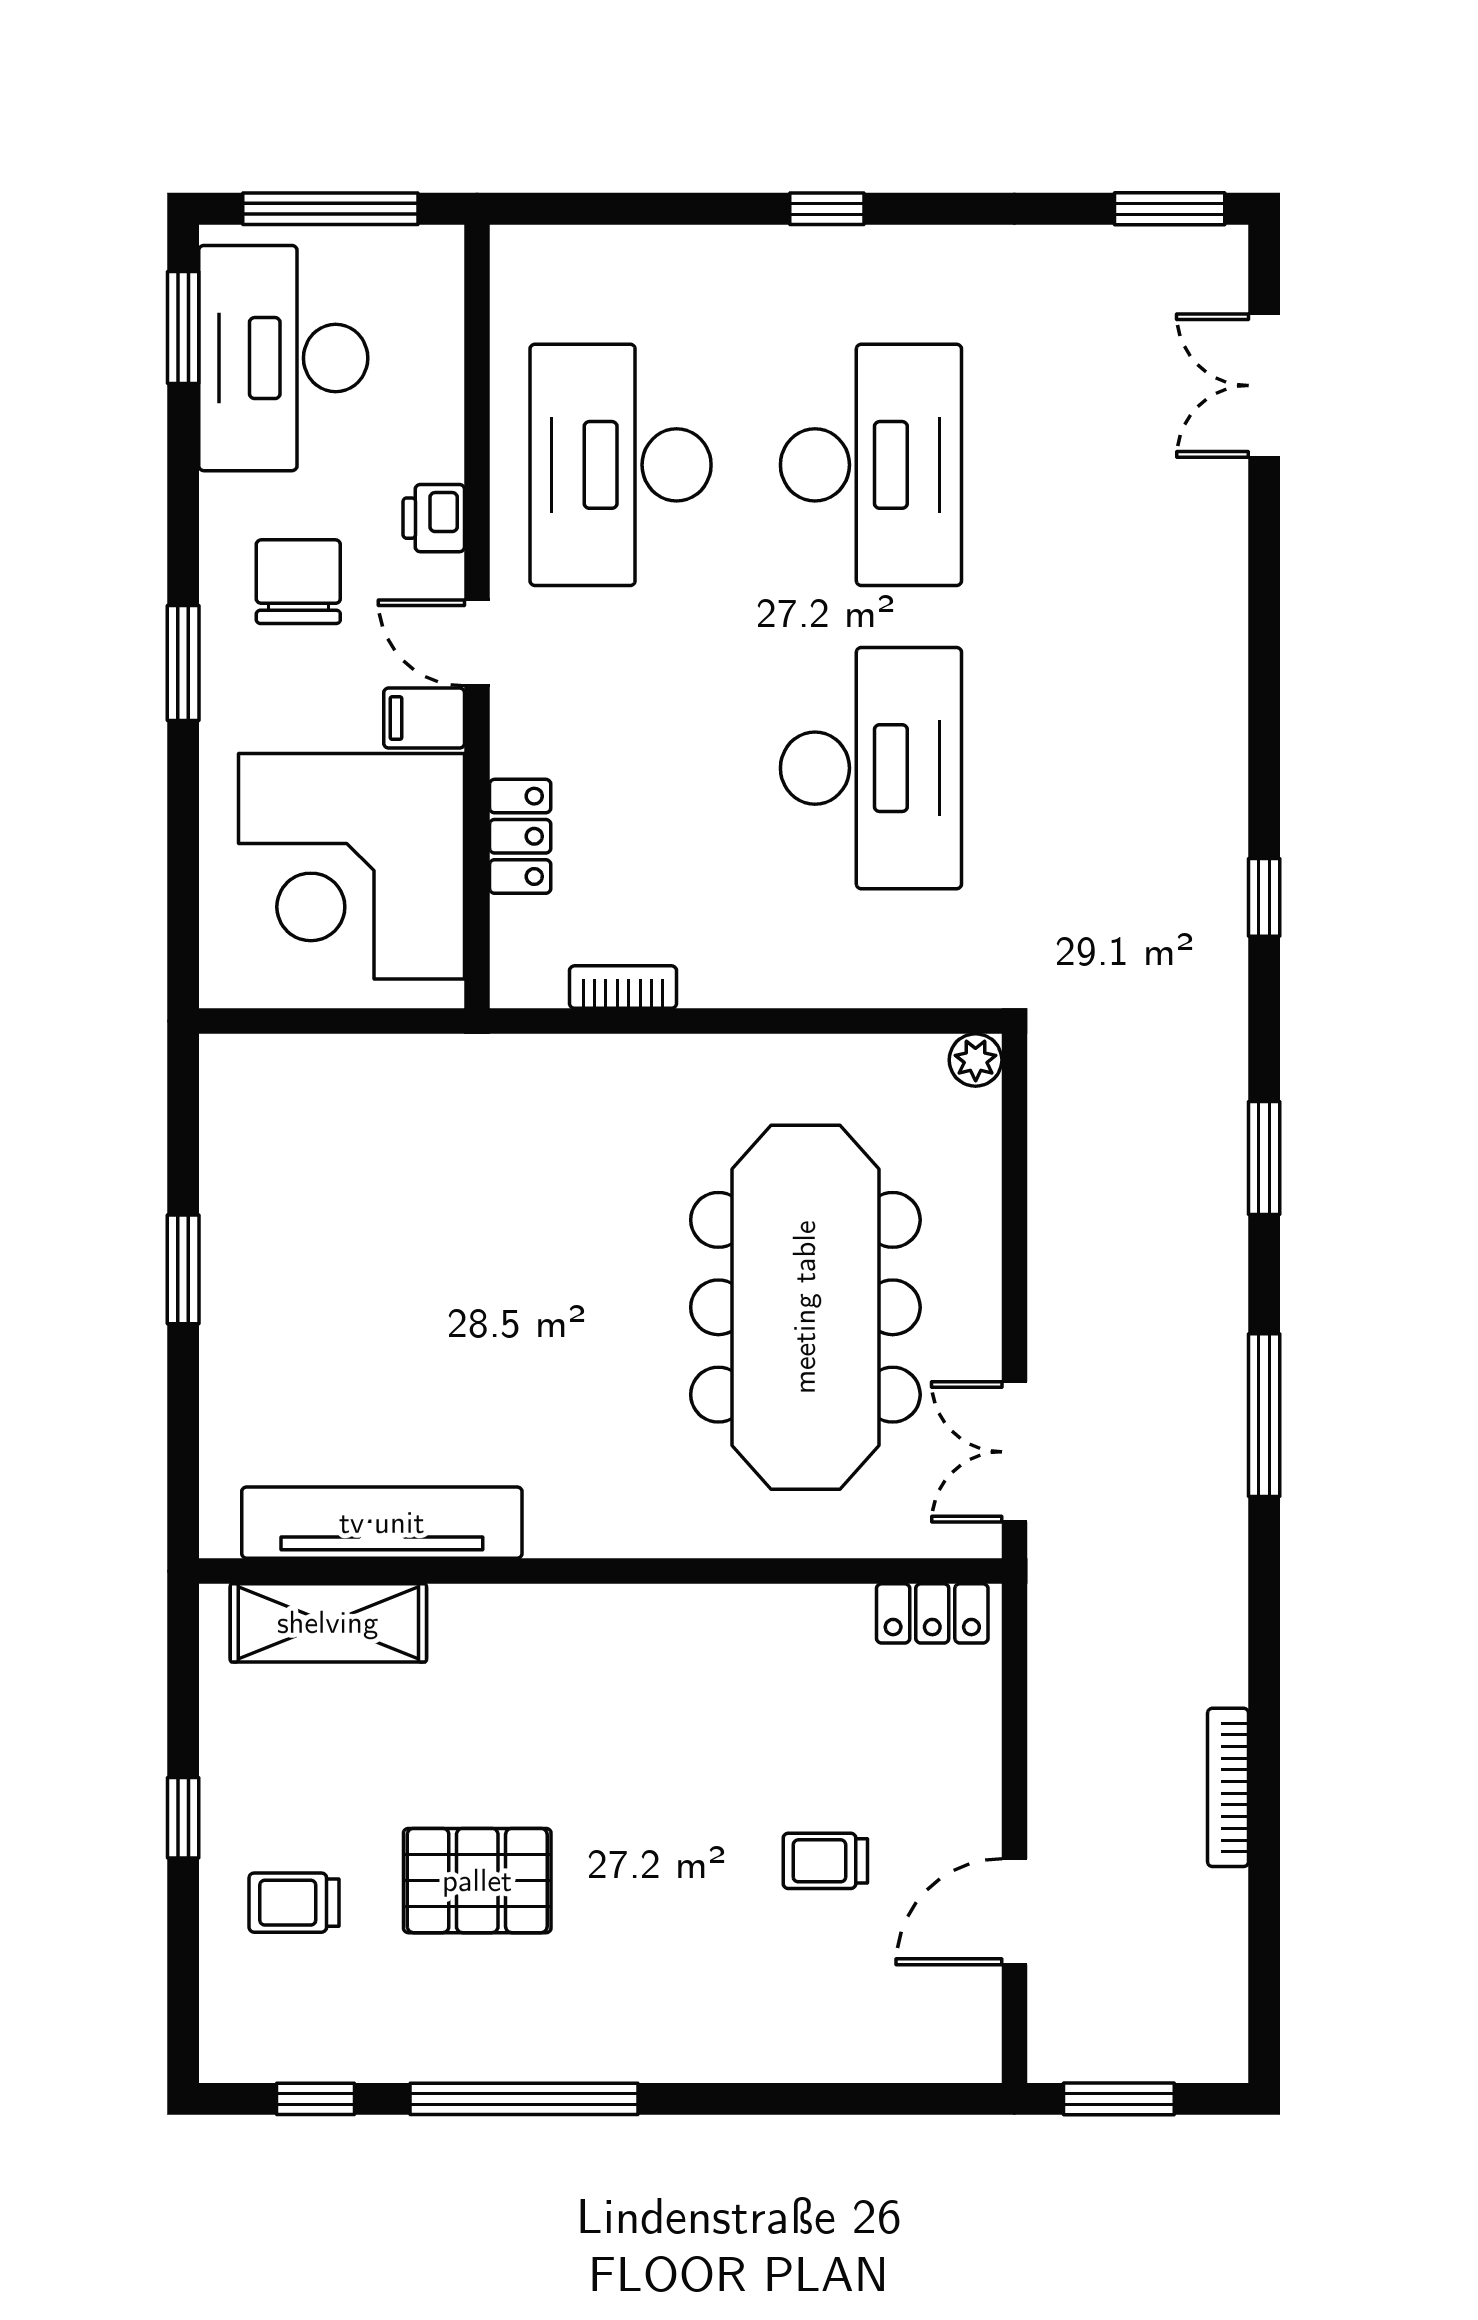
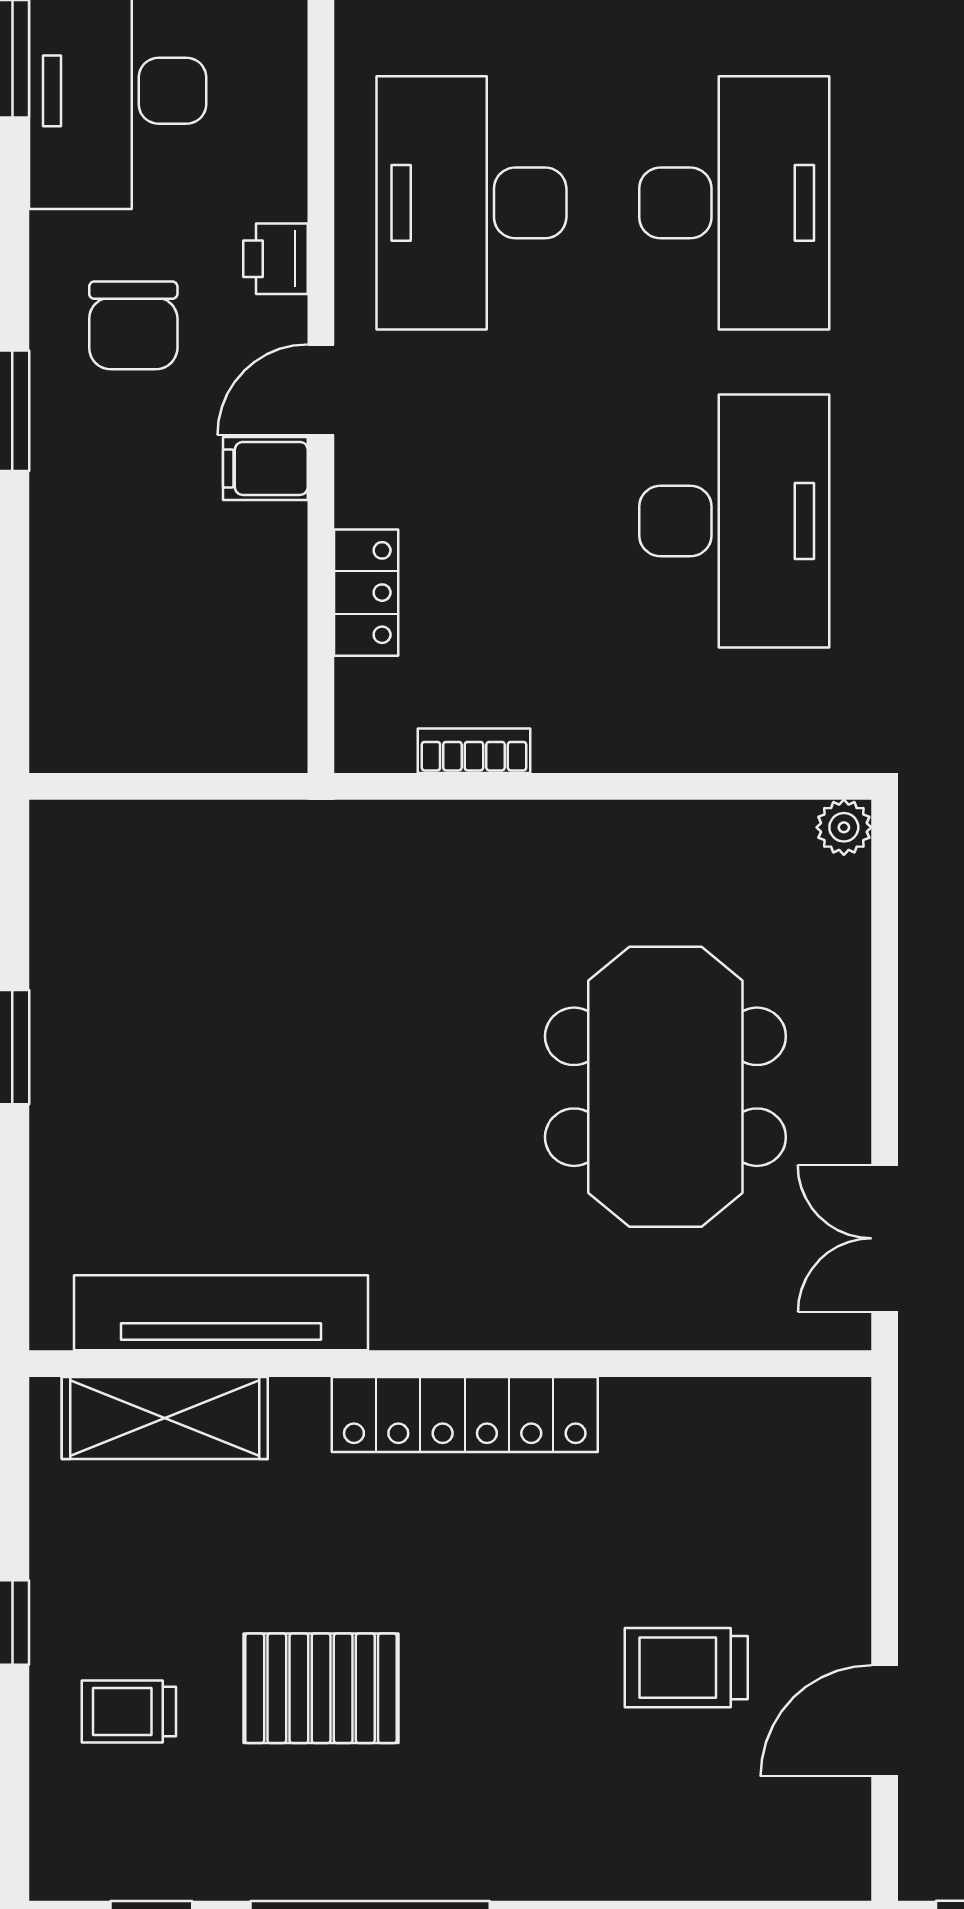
chair: (298, 582) -> (133, 325), turned 180
door: (477, 643) -> (321, 390), hinge flipped
corner desk: (351, 866) -> (189, 624), removed
meeting table: (805, 1307) -> (665, 1087), width x0.73
locker: (932, 1613) -> (465, 1414), moved, width x2.16, depth x1.21
trolley: (825, 1861) -> (686, 1668), width x1.36, depth x1.39

